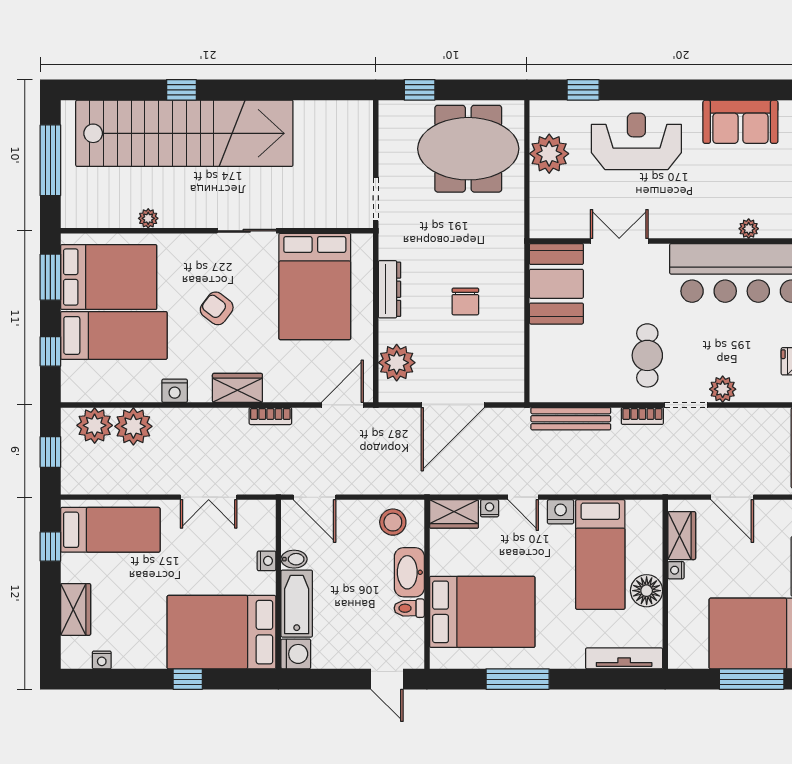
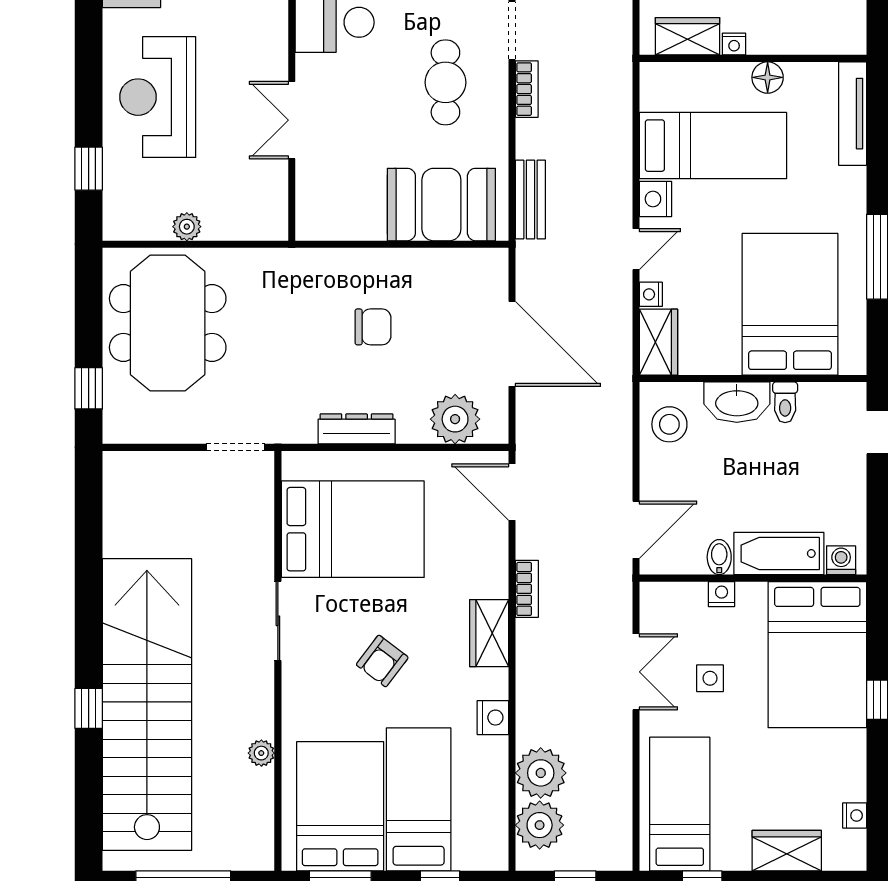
plant: (549, 154) -> (187, 227), width x0.53, depth x0.53
booth: (556, 284) -> (441, 205), moved
cafe table: (647, 355) -> (445, 82), turned 90
bench: (571, 419) -> (530, 199), width x0.73
side table: (204, 552) -> (710, 678), added
floor lamp: (647, 591) -> (768, 77), width x0.73, depth x0.73
washing machine: (296, 654) -> (841, 560), width x0.73, depth x0.73

